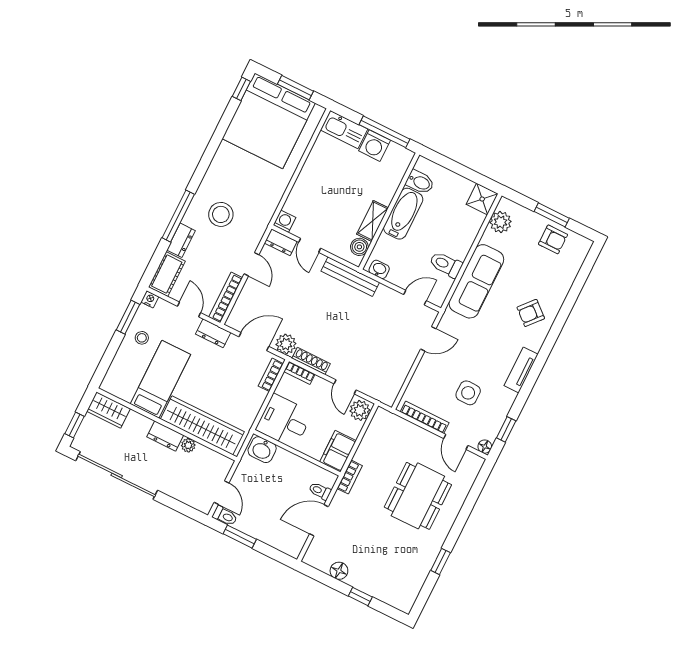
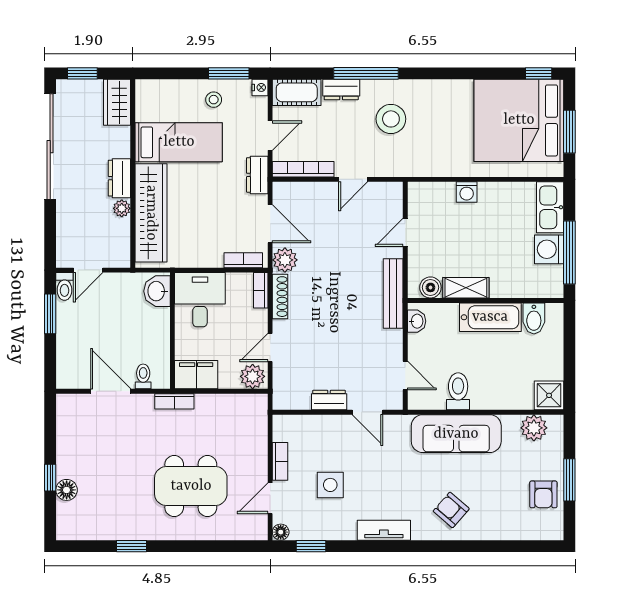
washing machine: (284, 221) -> (467, 192), moved, turned 90
dresser: (281, 242) -> (329, 400), moved, turned 90
bookcase: (425, 417) -> (280, 461), width x0.64
floor lamp: (339, 571) -> (67, 490), moved

